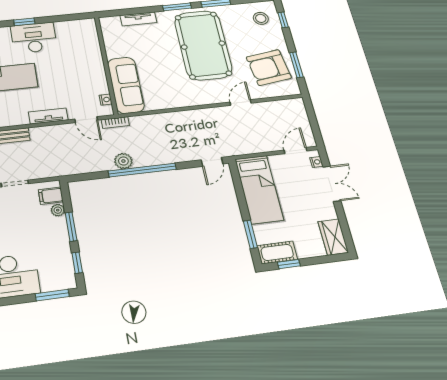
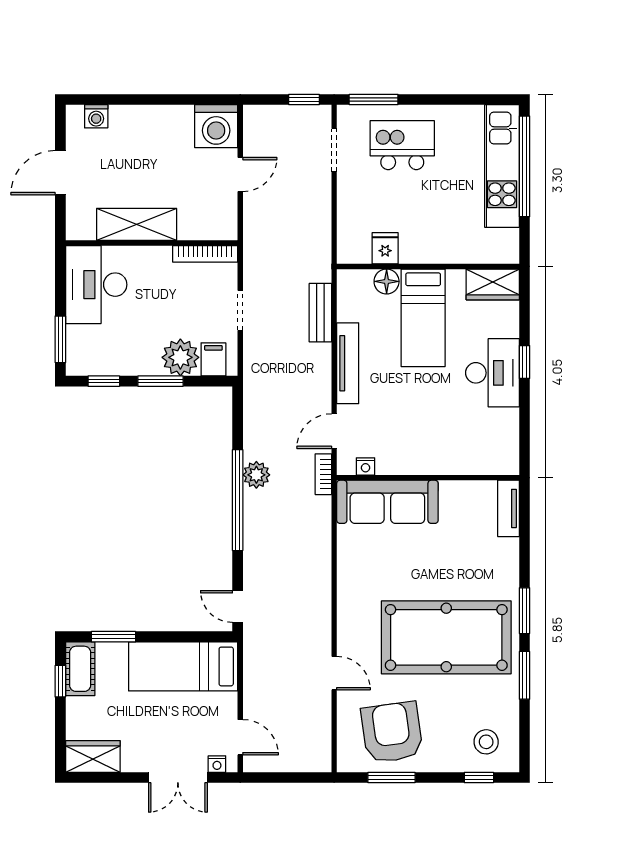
tv unit: (138, 19) -> (509, 508), moved
tv unit: (48, 116) -> (348, 363), width x1.41
plant: (58, 210) -> (180, 357), width x1.87, depth x1.87

